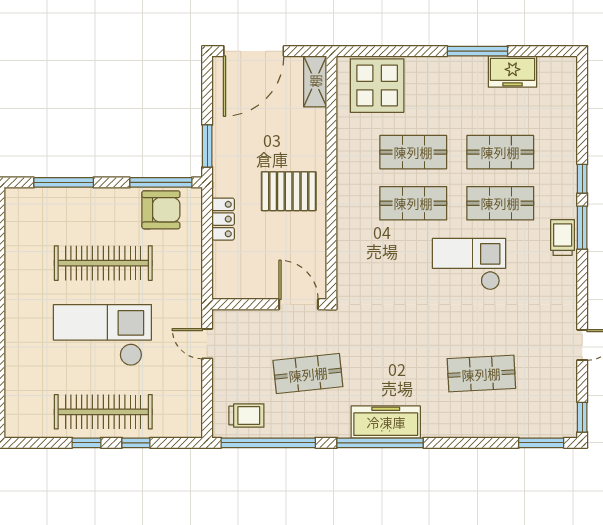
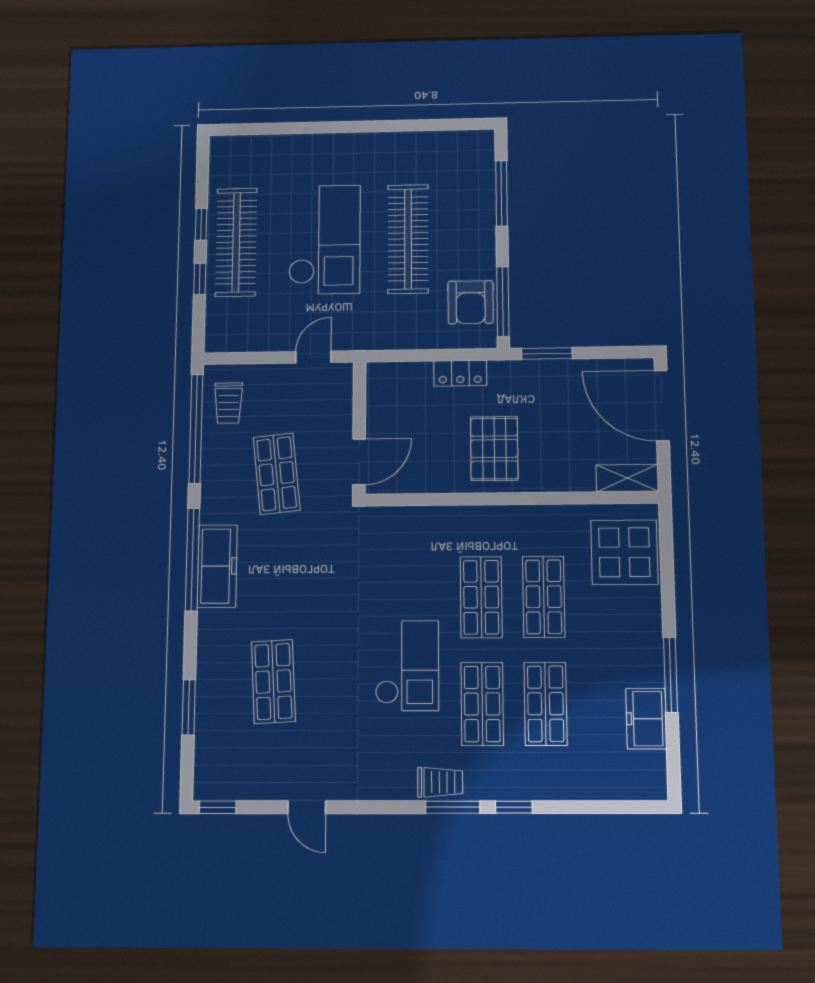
window: (541, 443) -> (189, 707), moved

